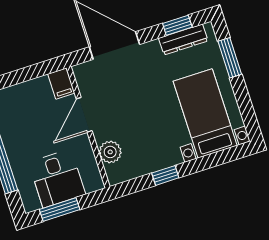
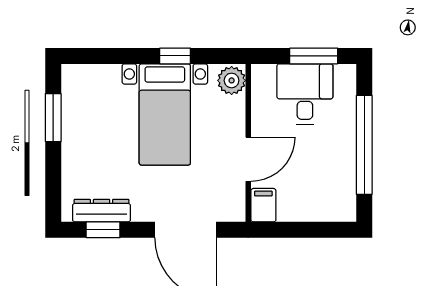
window: (230, 58) -> (53, 118), moved
bed with nightstands: (205, 113) -> (165, 114), moved
plant: (110, 152) -> (232, 80), moved

